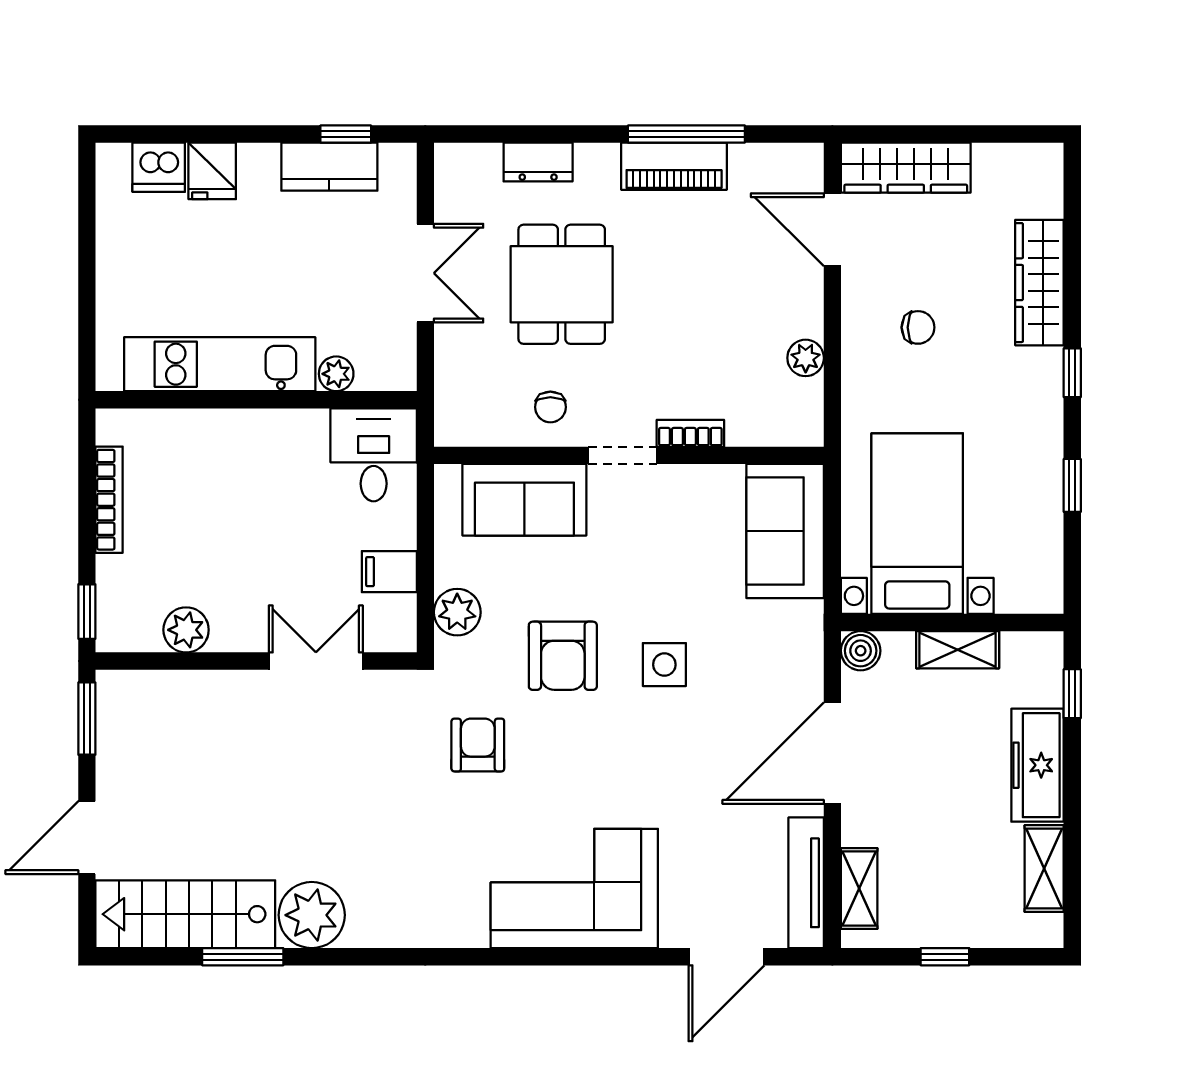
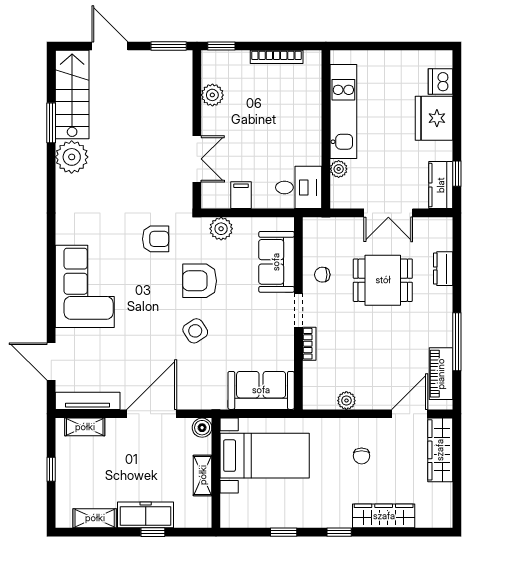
piano: (674, 166) -> (441, 374), moved
kitchen counter: (329, 167) -> (441, 185), moved
fridge: (212, 171) -> (434, 118), width x1.88, depth x1.34
side table: (664, 665) -> (195, 331), turned -33
window: (1072, 694) -> (153, 532), moved
door: (832, 753) -> (152, 414), hinge flipped

